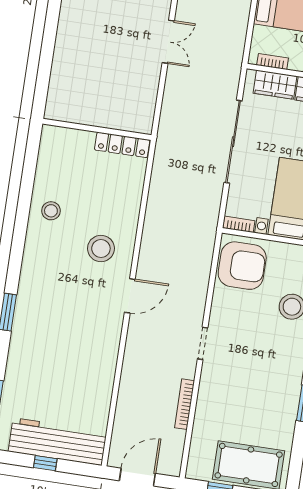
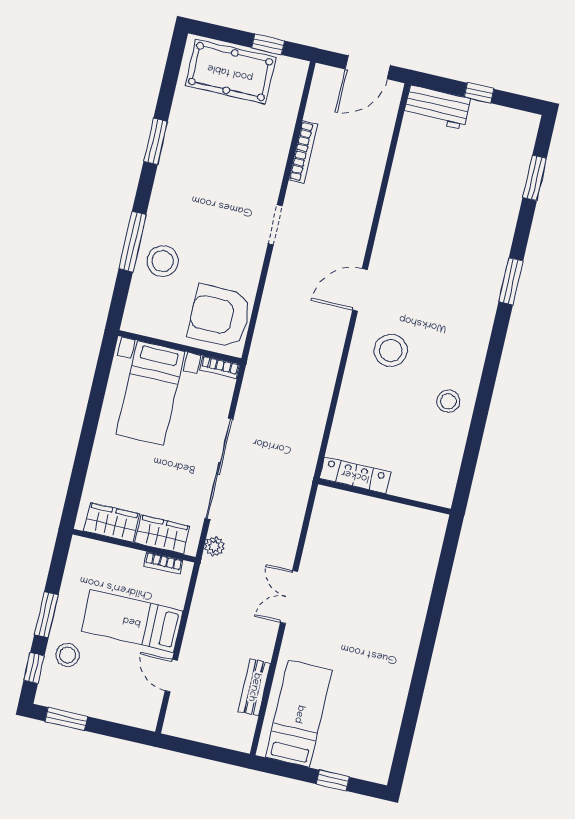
plant: (232, 78) -> (214, 546), added
workbench: (57, 442) -> (437, 107), width x0.53, depth x0.76

